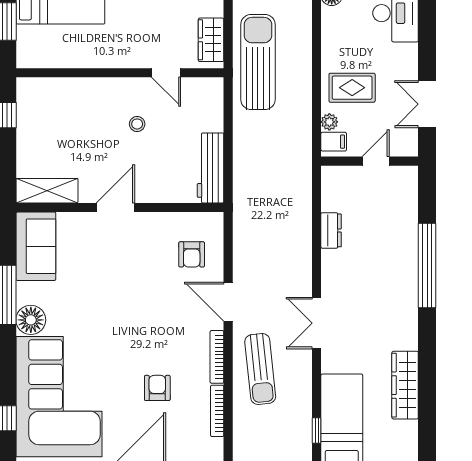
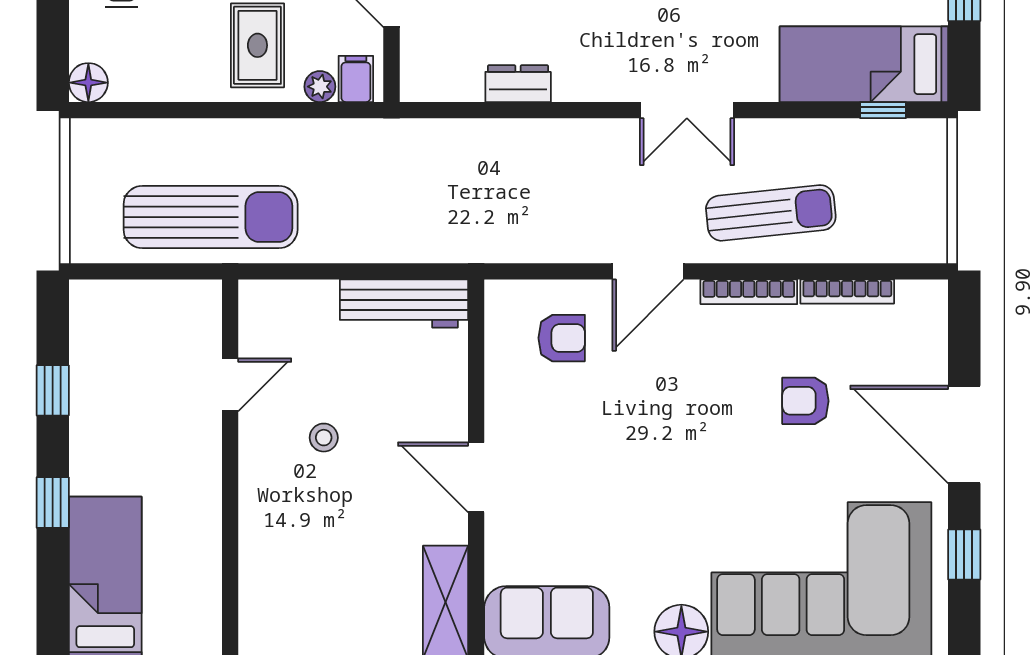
wardrobe: (211, 40) -> (170, 303), removed
sun lounger: (258, 62) -> (211, 217), turned 180

